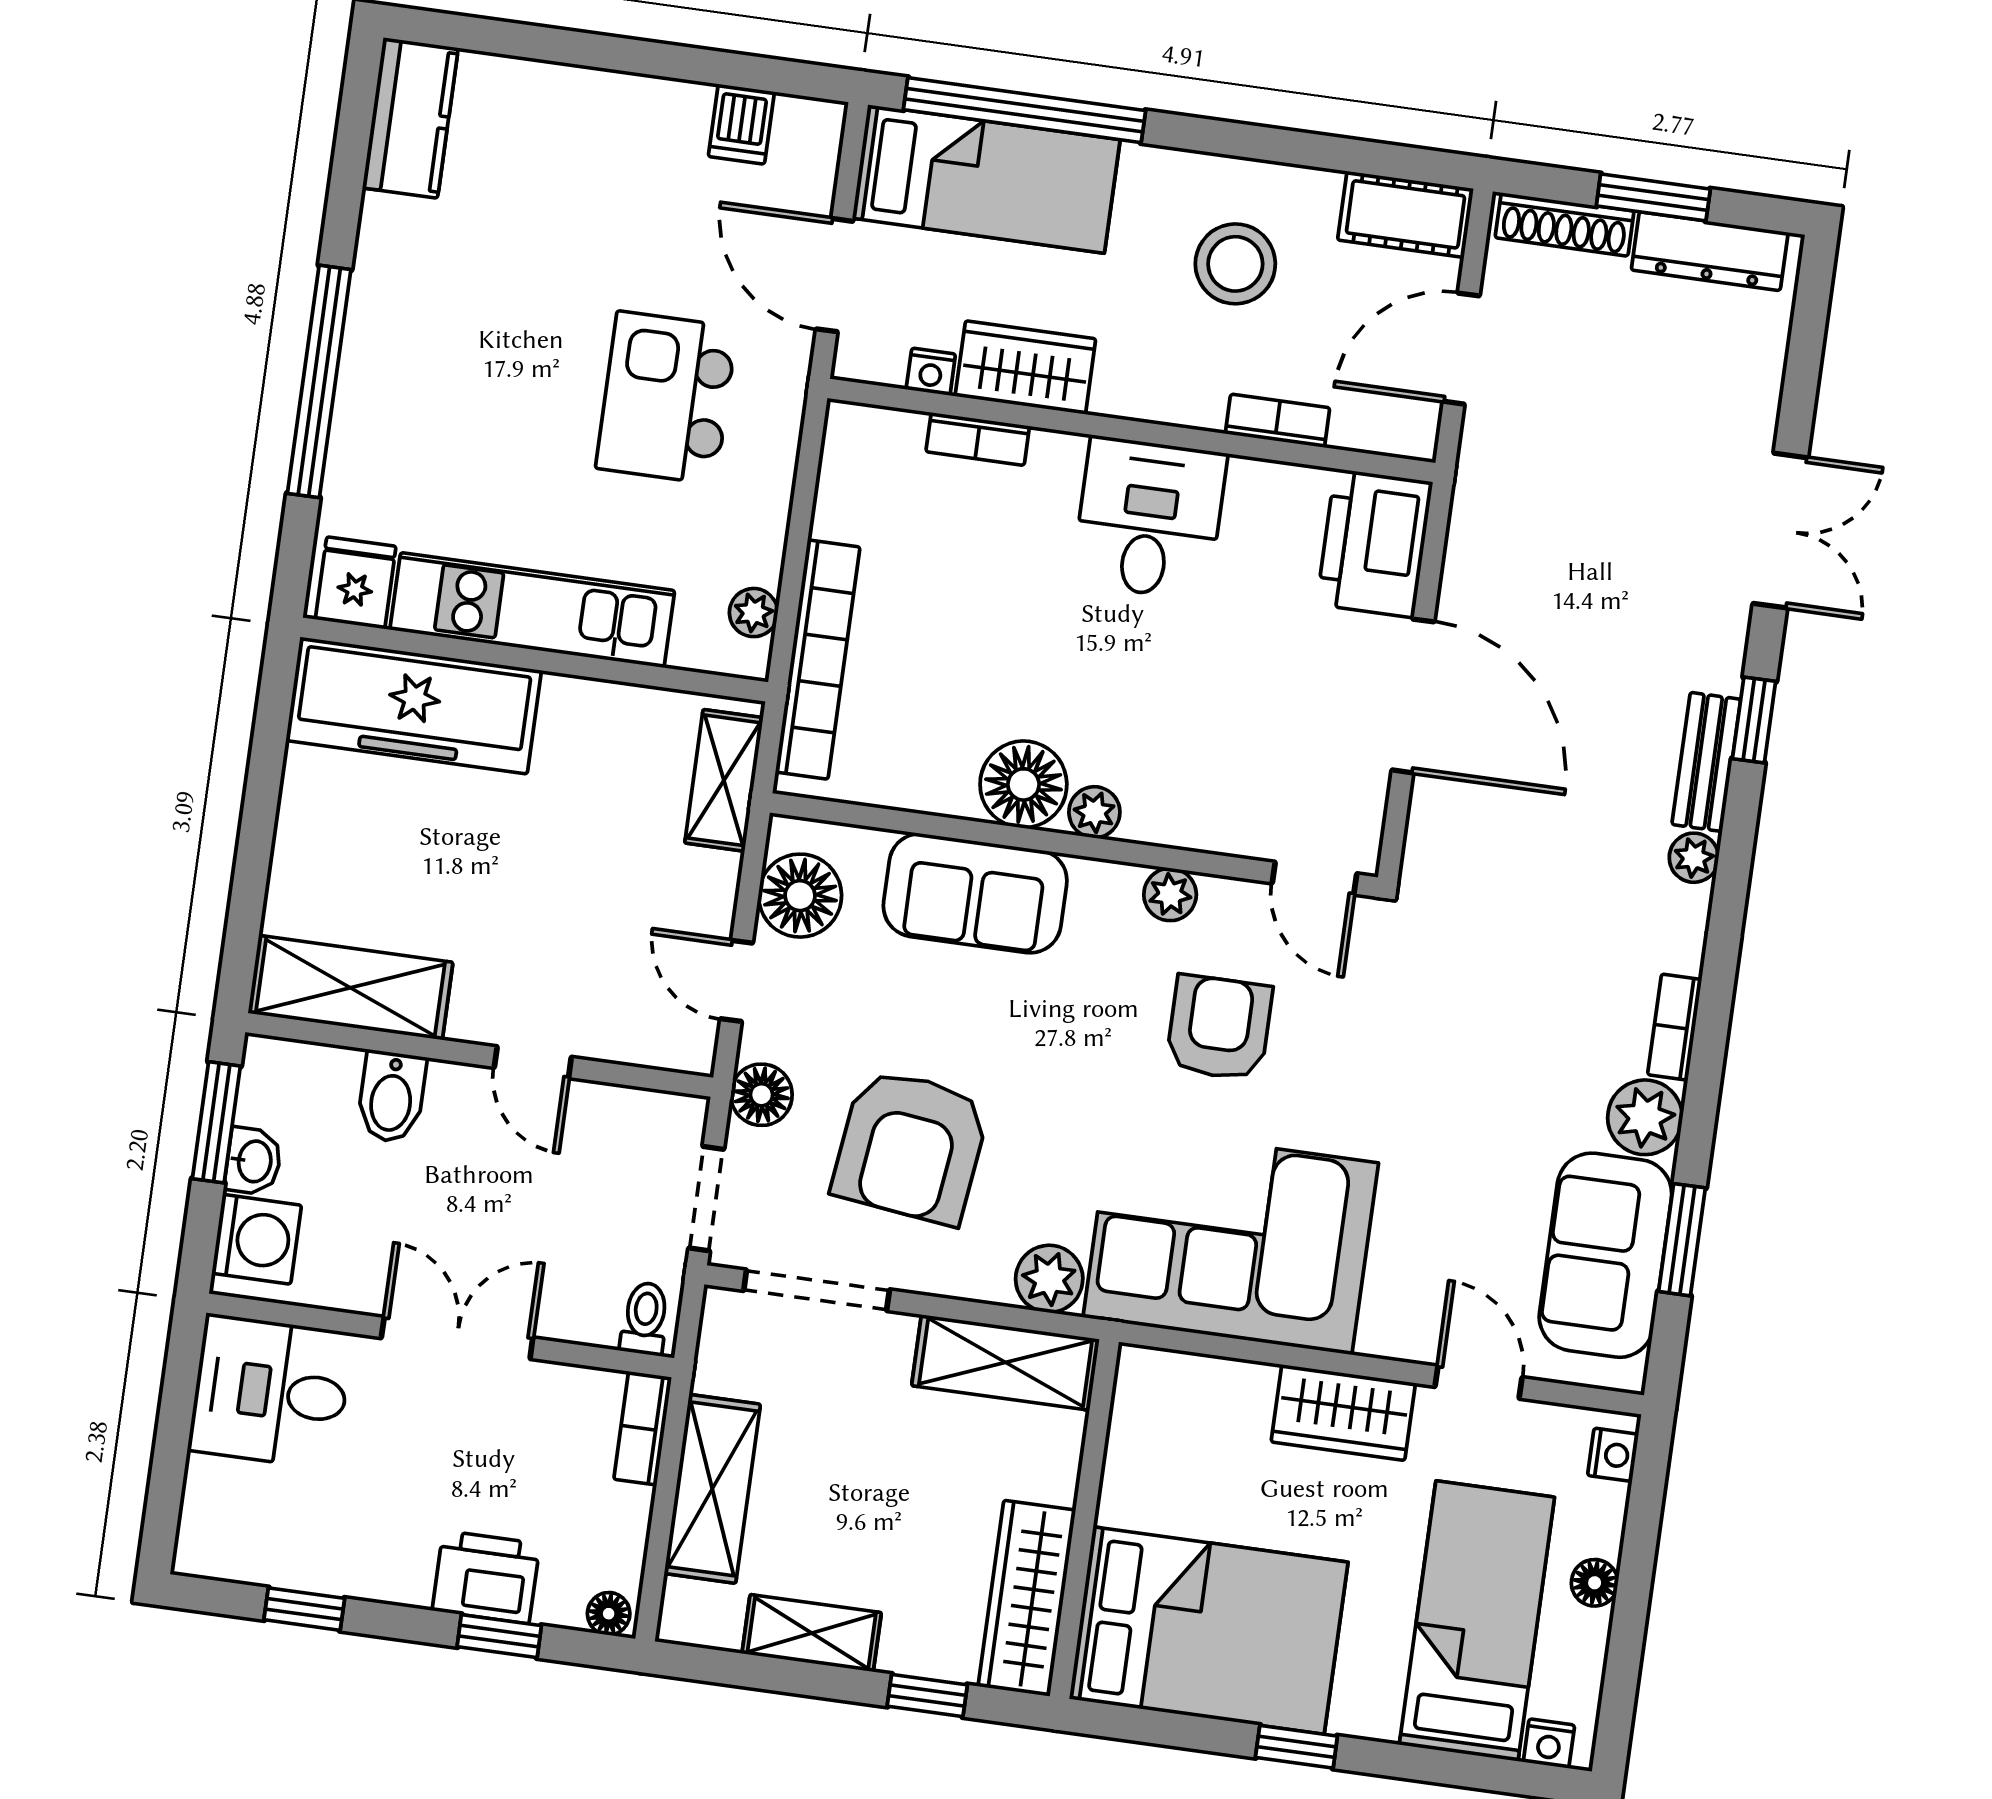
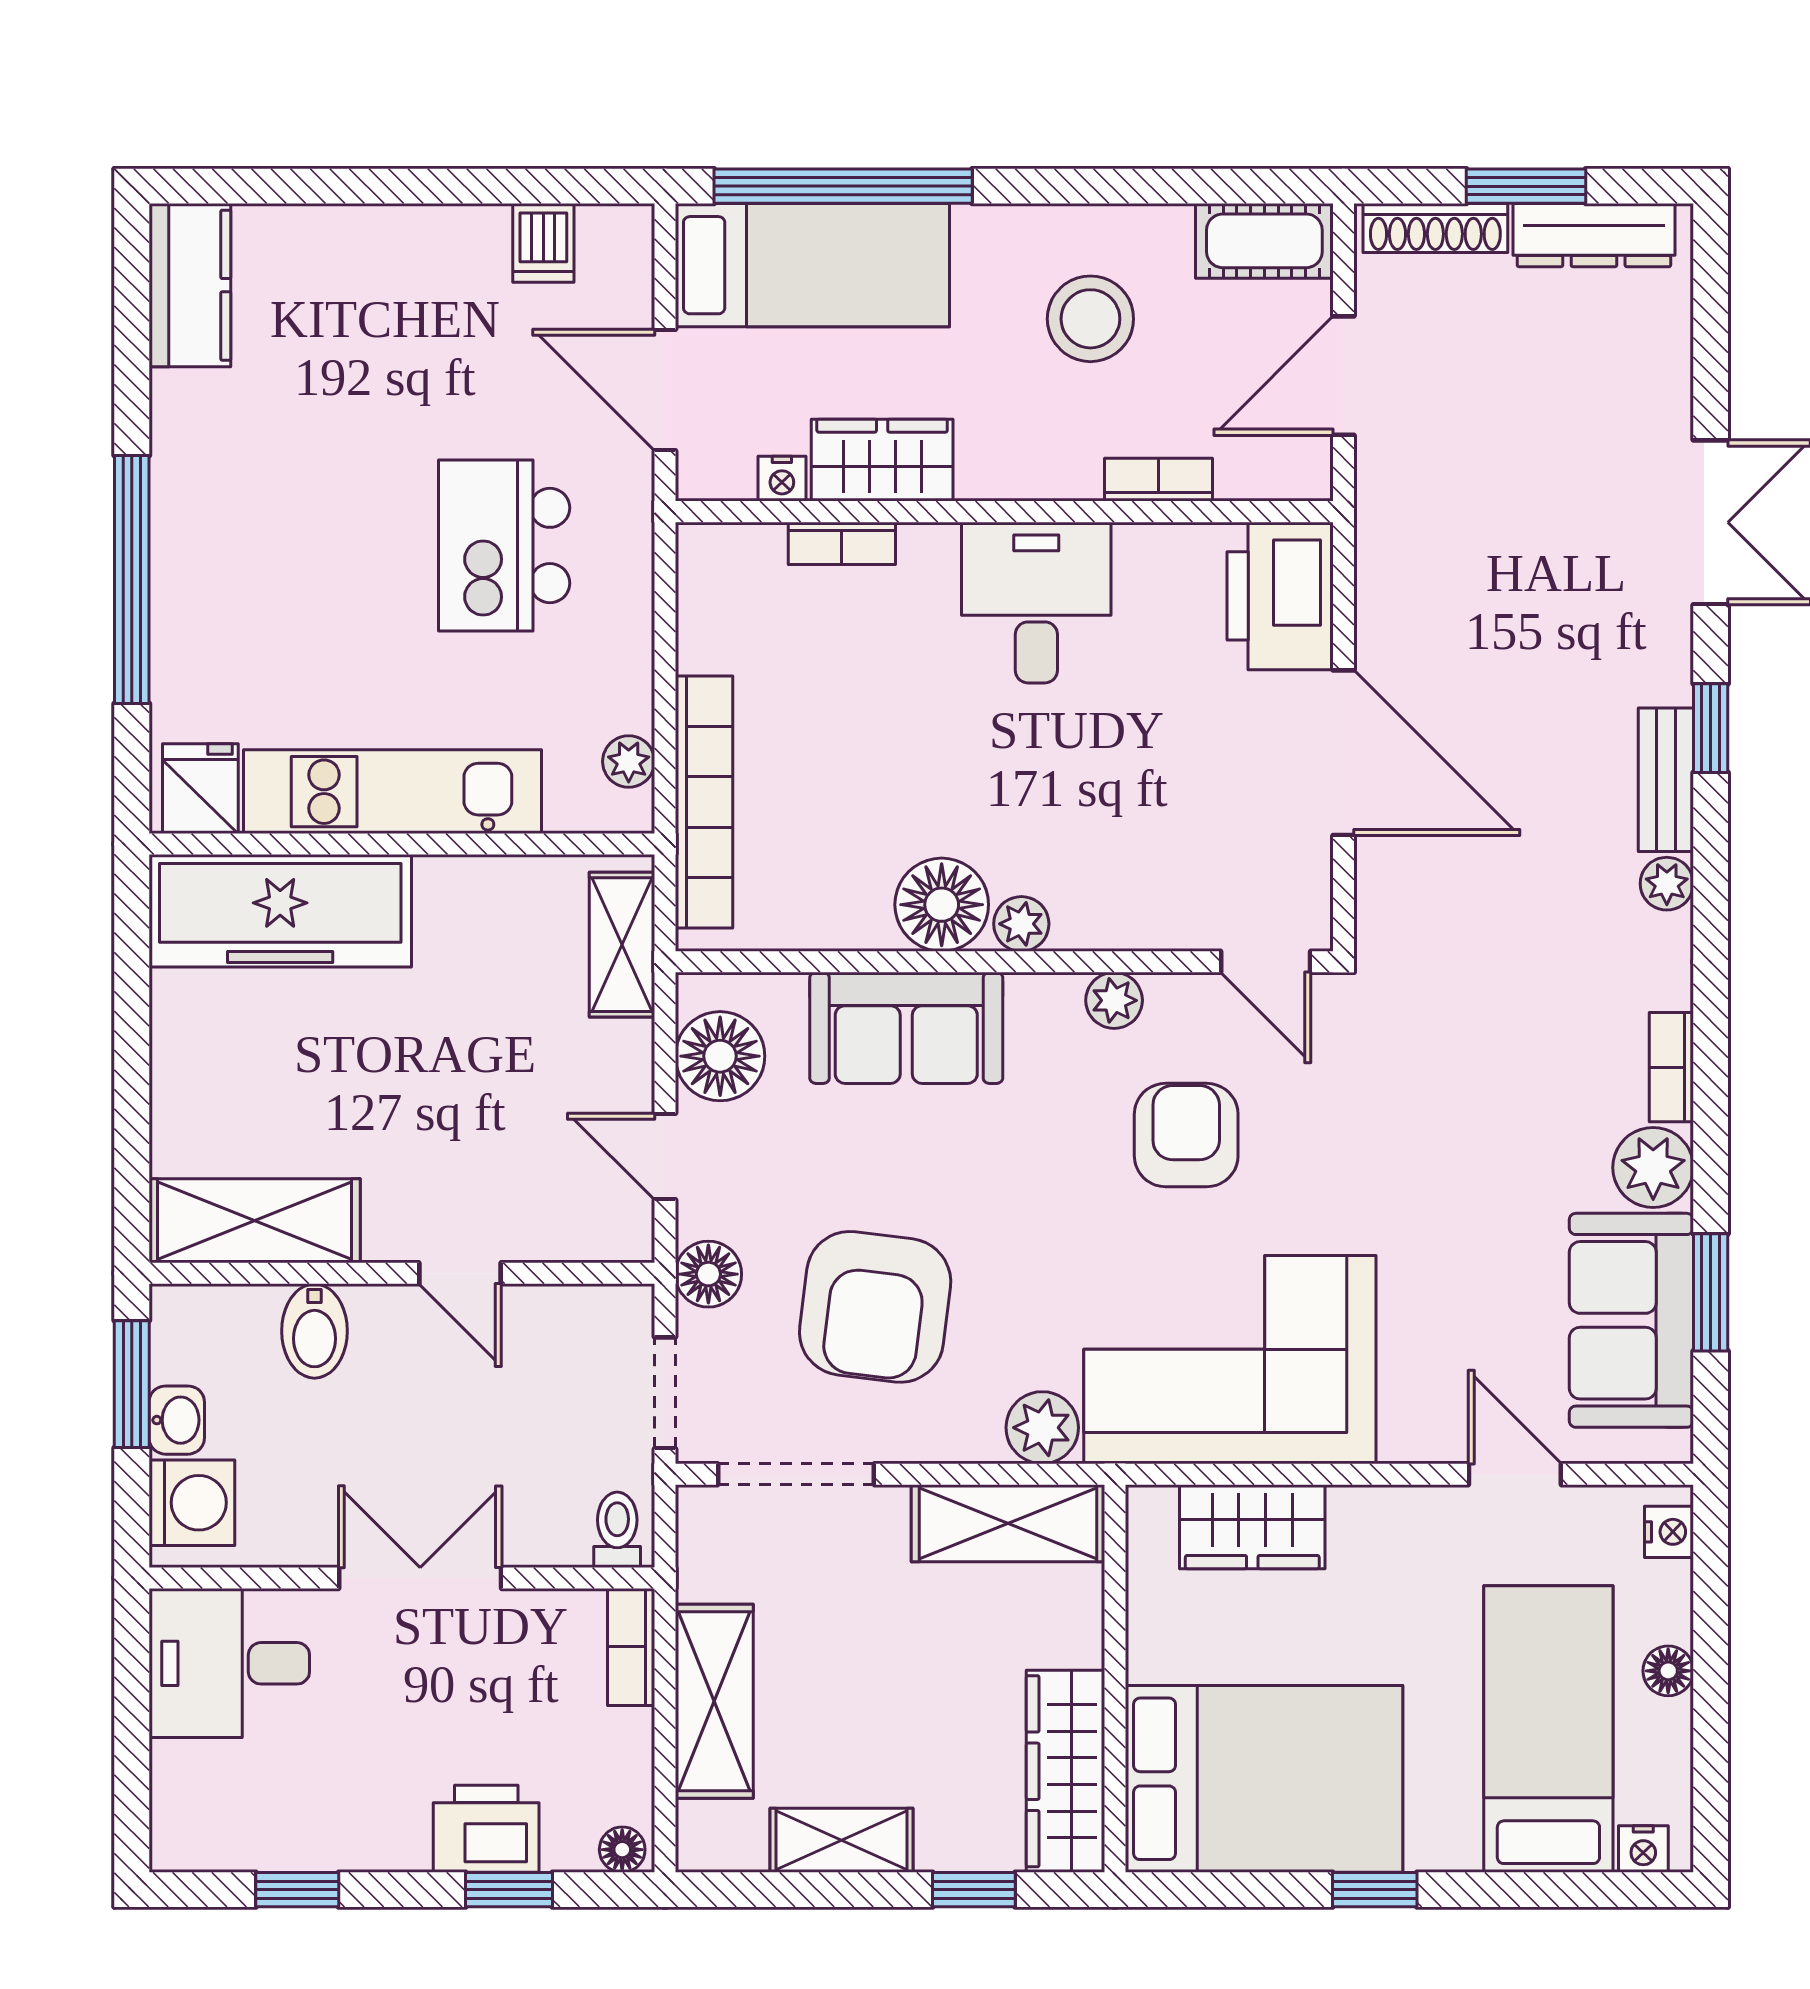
wardrobe: (1343, 1413) -> (1252, 1527), moved

